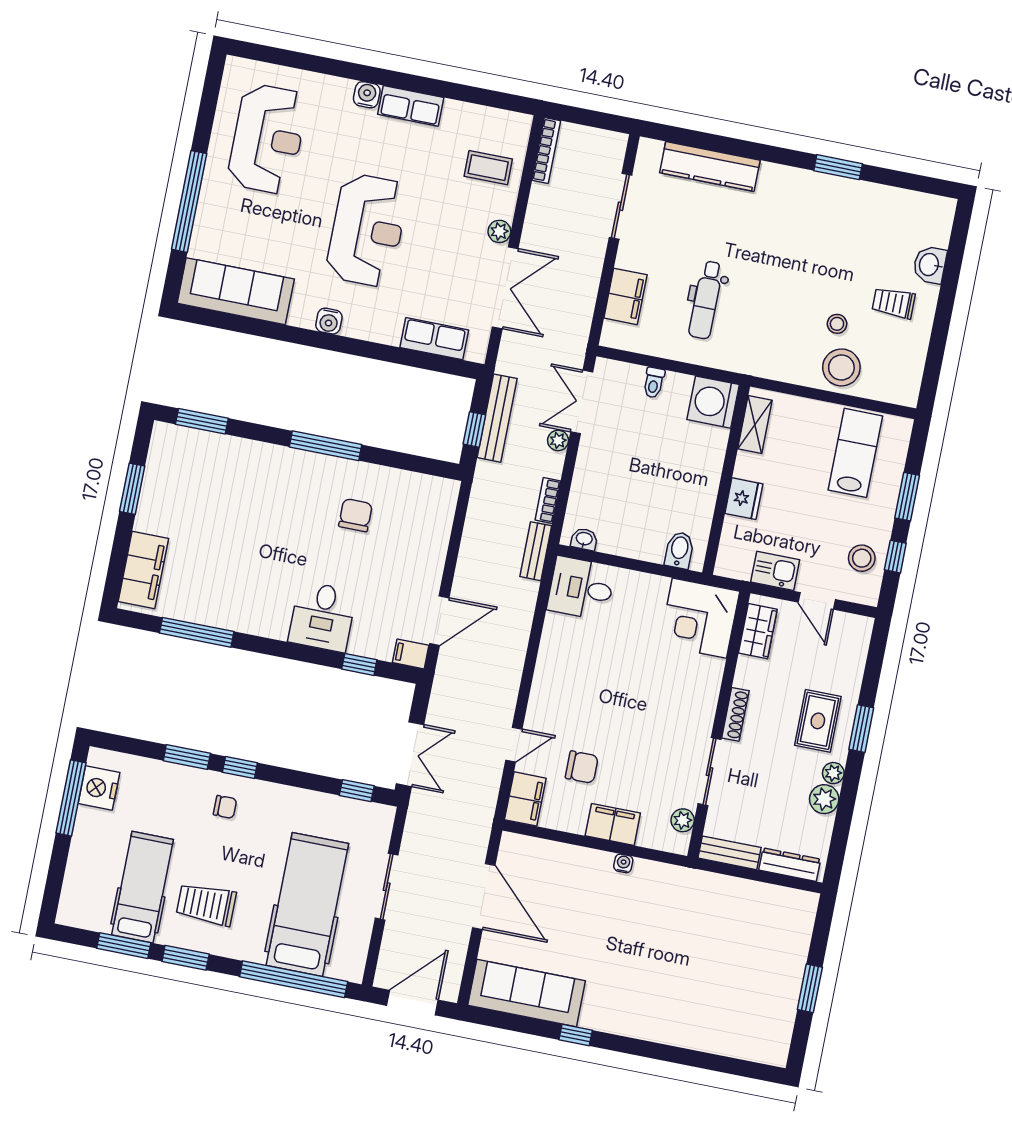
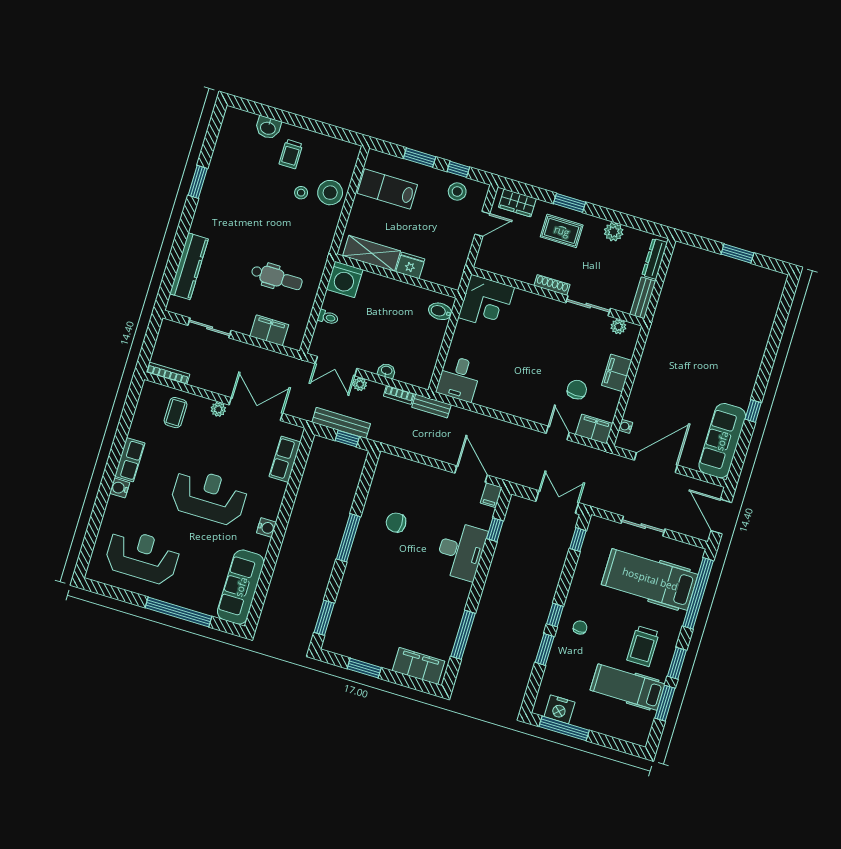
shelving: (755, 425) -> (372, 253), width x1.50, depth x1.33
washbasin: (584, 539) -> (387, 371), moved, turned 90
kitchen sink: (775, 571) -> (460, 249), removed
desk: (322, 617) -> (461, 551), width x1.37
wardrobe: (758, 631) -> (517, 203), moved, turned 180
plant: (833, 773) -> (597, 224), removed
water cooler: (623, 863) -> (626, 426), moved

